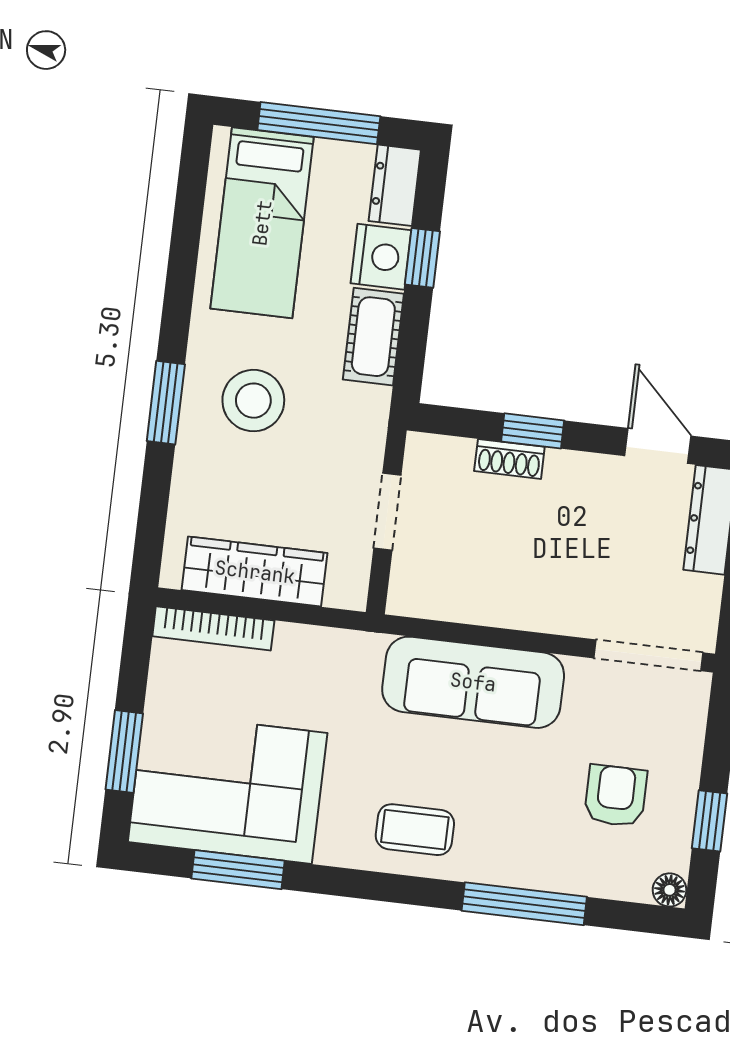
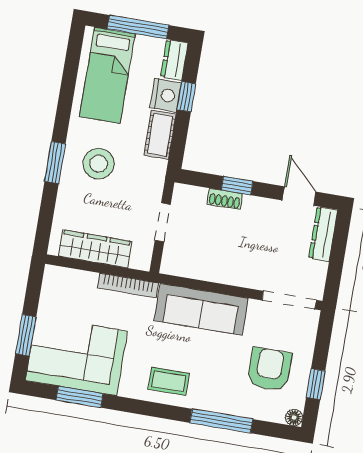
bookcase: (213, 628) -> (128, 285), moved
armchair: (616, 796) -> (269, 369), width x1.38, depth x1.38

